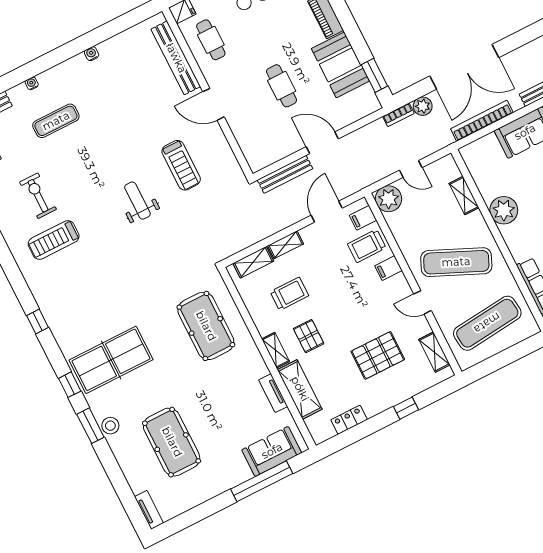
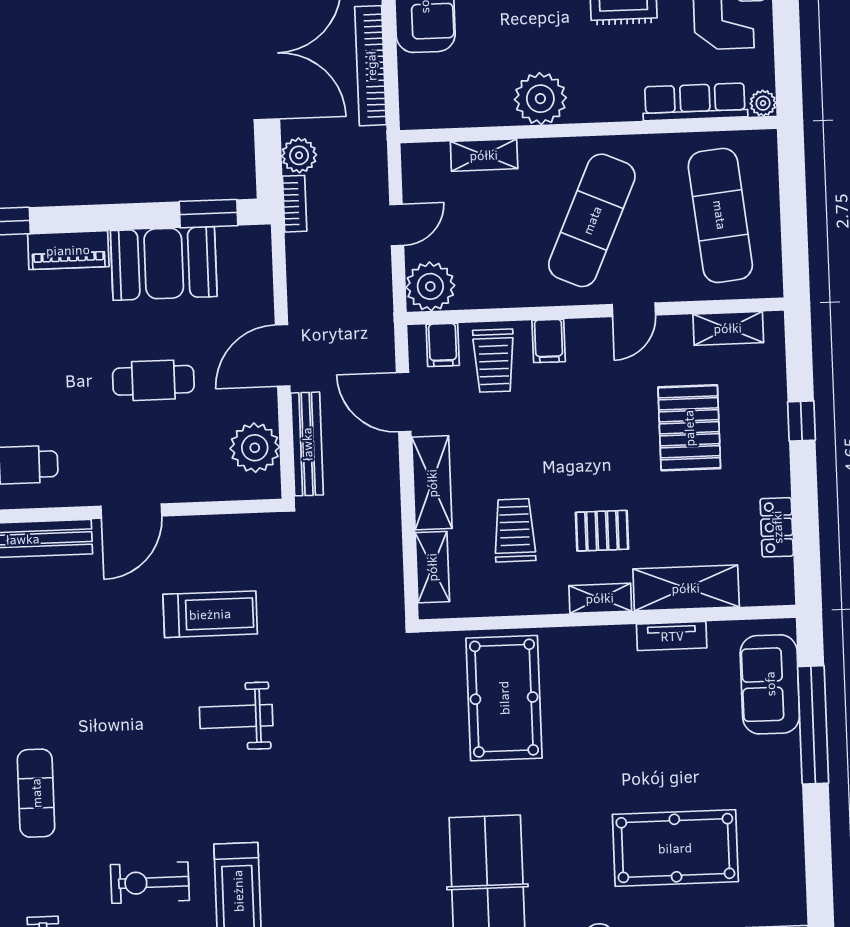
plant: (272, 150) -> (255, 448), added
shelving: (285, 245) -> (432, 483), width x1.50, depth x1.33
pool table: (206, 326) -> (504, 698), turned 90

